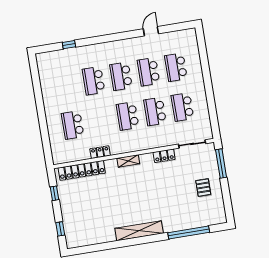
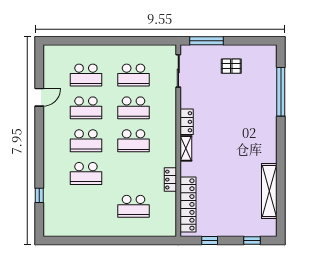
door: (151, 31) -> (39, 97), swing flipped
locker: (164, 156) -> (187, 122), moved
shelving: (139, 231) -> (269, 191), moved

